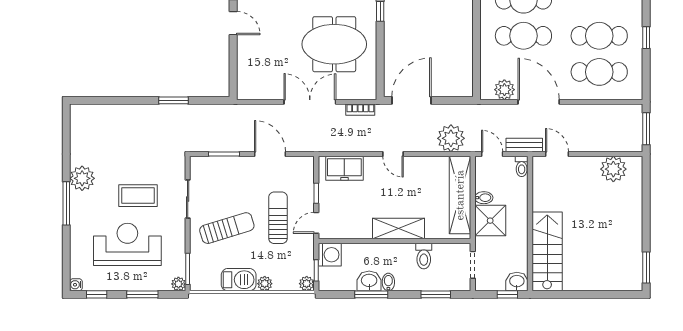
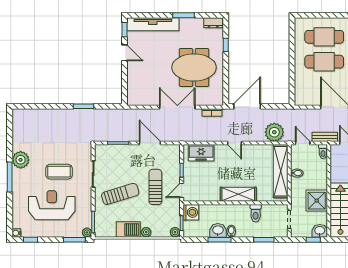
plant: (504, 90) -> (311, 99), removed
shower: (490, 221) -> (317, 201), moved
window: (142, 294) -> (74, 240), moved

